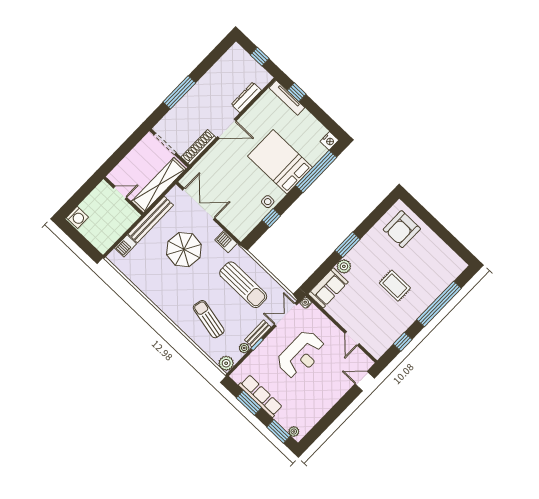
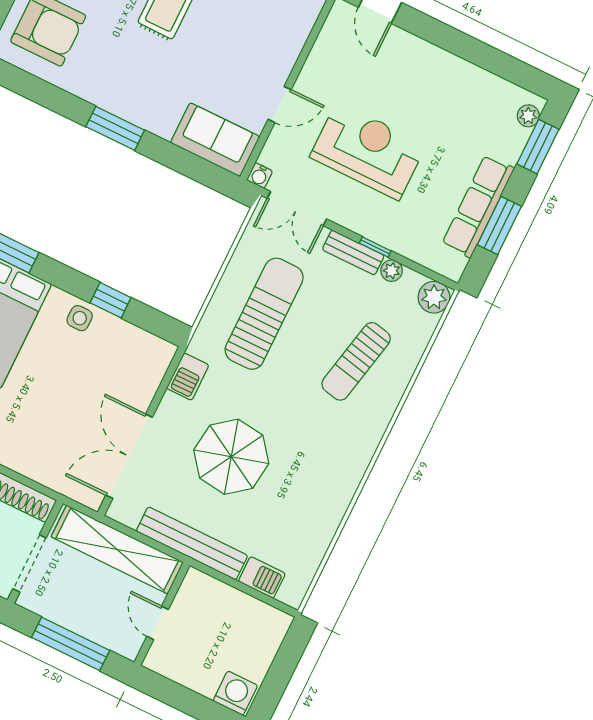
window: (123, 151) -> (71, 644), added
plant: (344, 266) -> (161, 122), removed
door: (352, 339) -> (280, 105), moved

